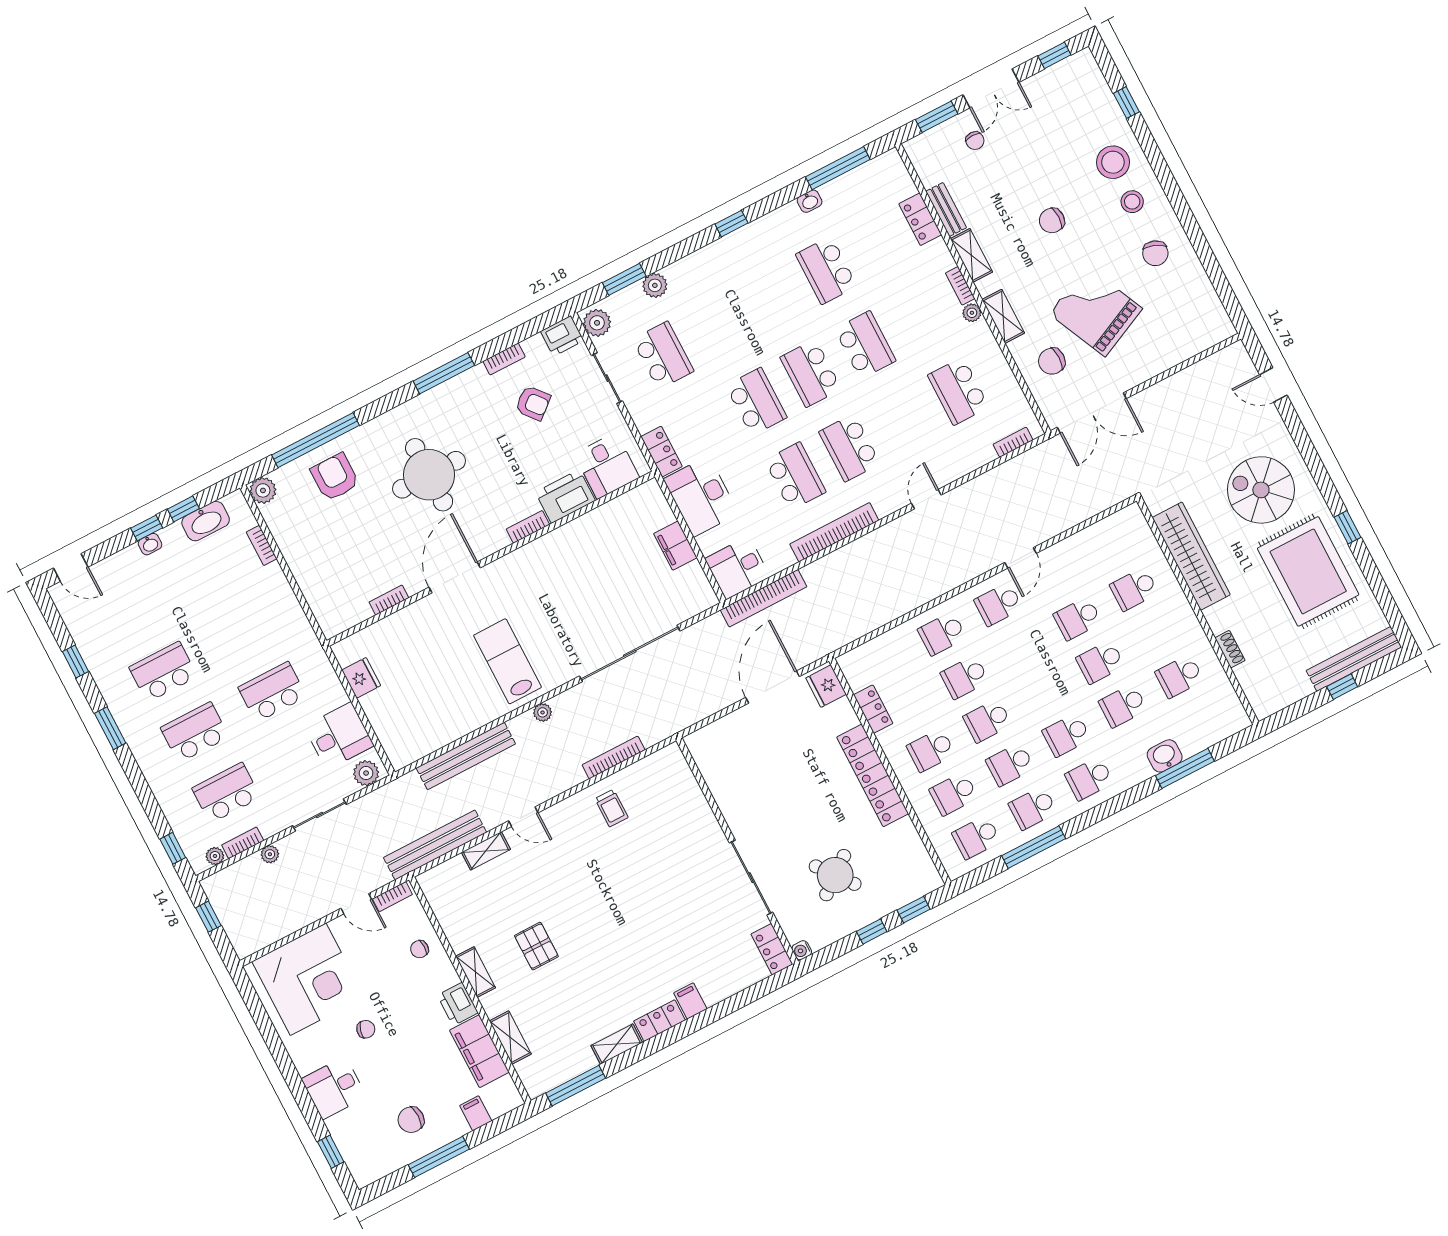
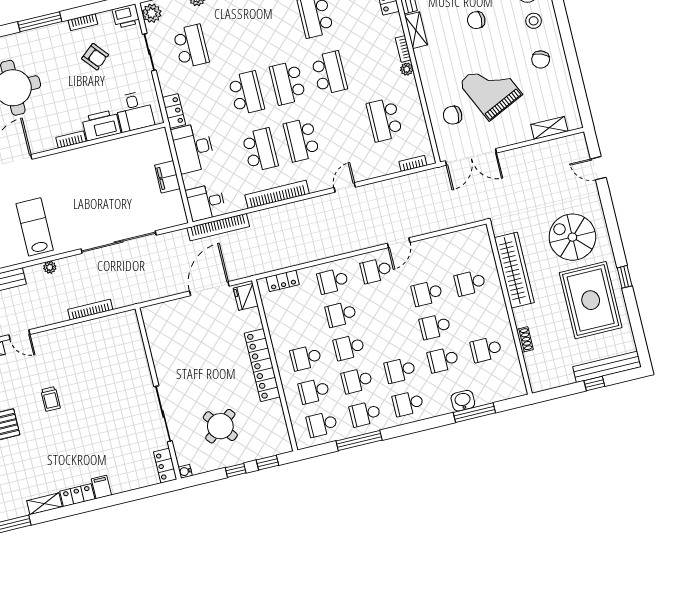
shelving: (1003, 316) -> (549, 128), moved, turned 90
locker: (873, 709) -> (283, 281), moved, turned 90
trolley: (612, 808) -> (51, 399), moved

